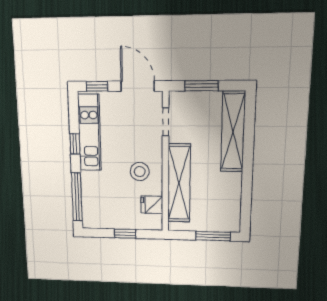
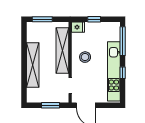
window: (97, 86) -> (109, 105), removed
shelving: (233, 132) -> (33, 65), moved
kitchen unit: (89, 133) -> (114, 71), width x1.36
fridge: (152, 205) -> (78, 27), moved

